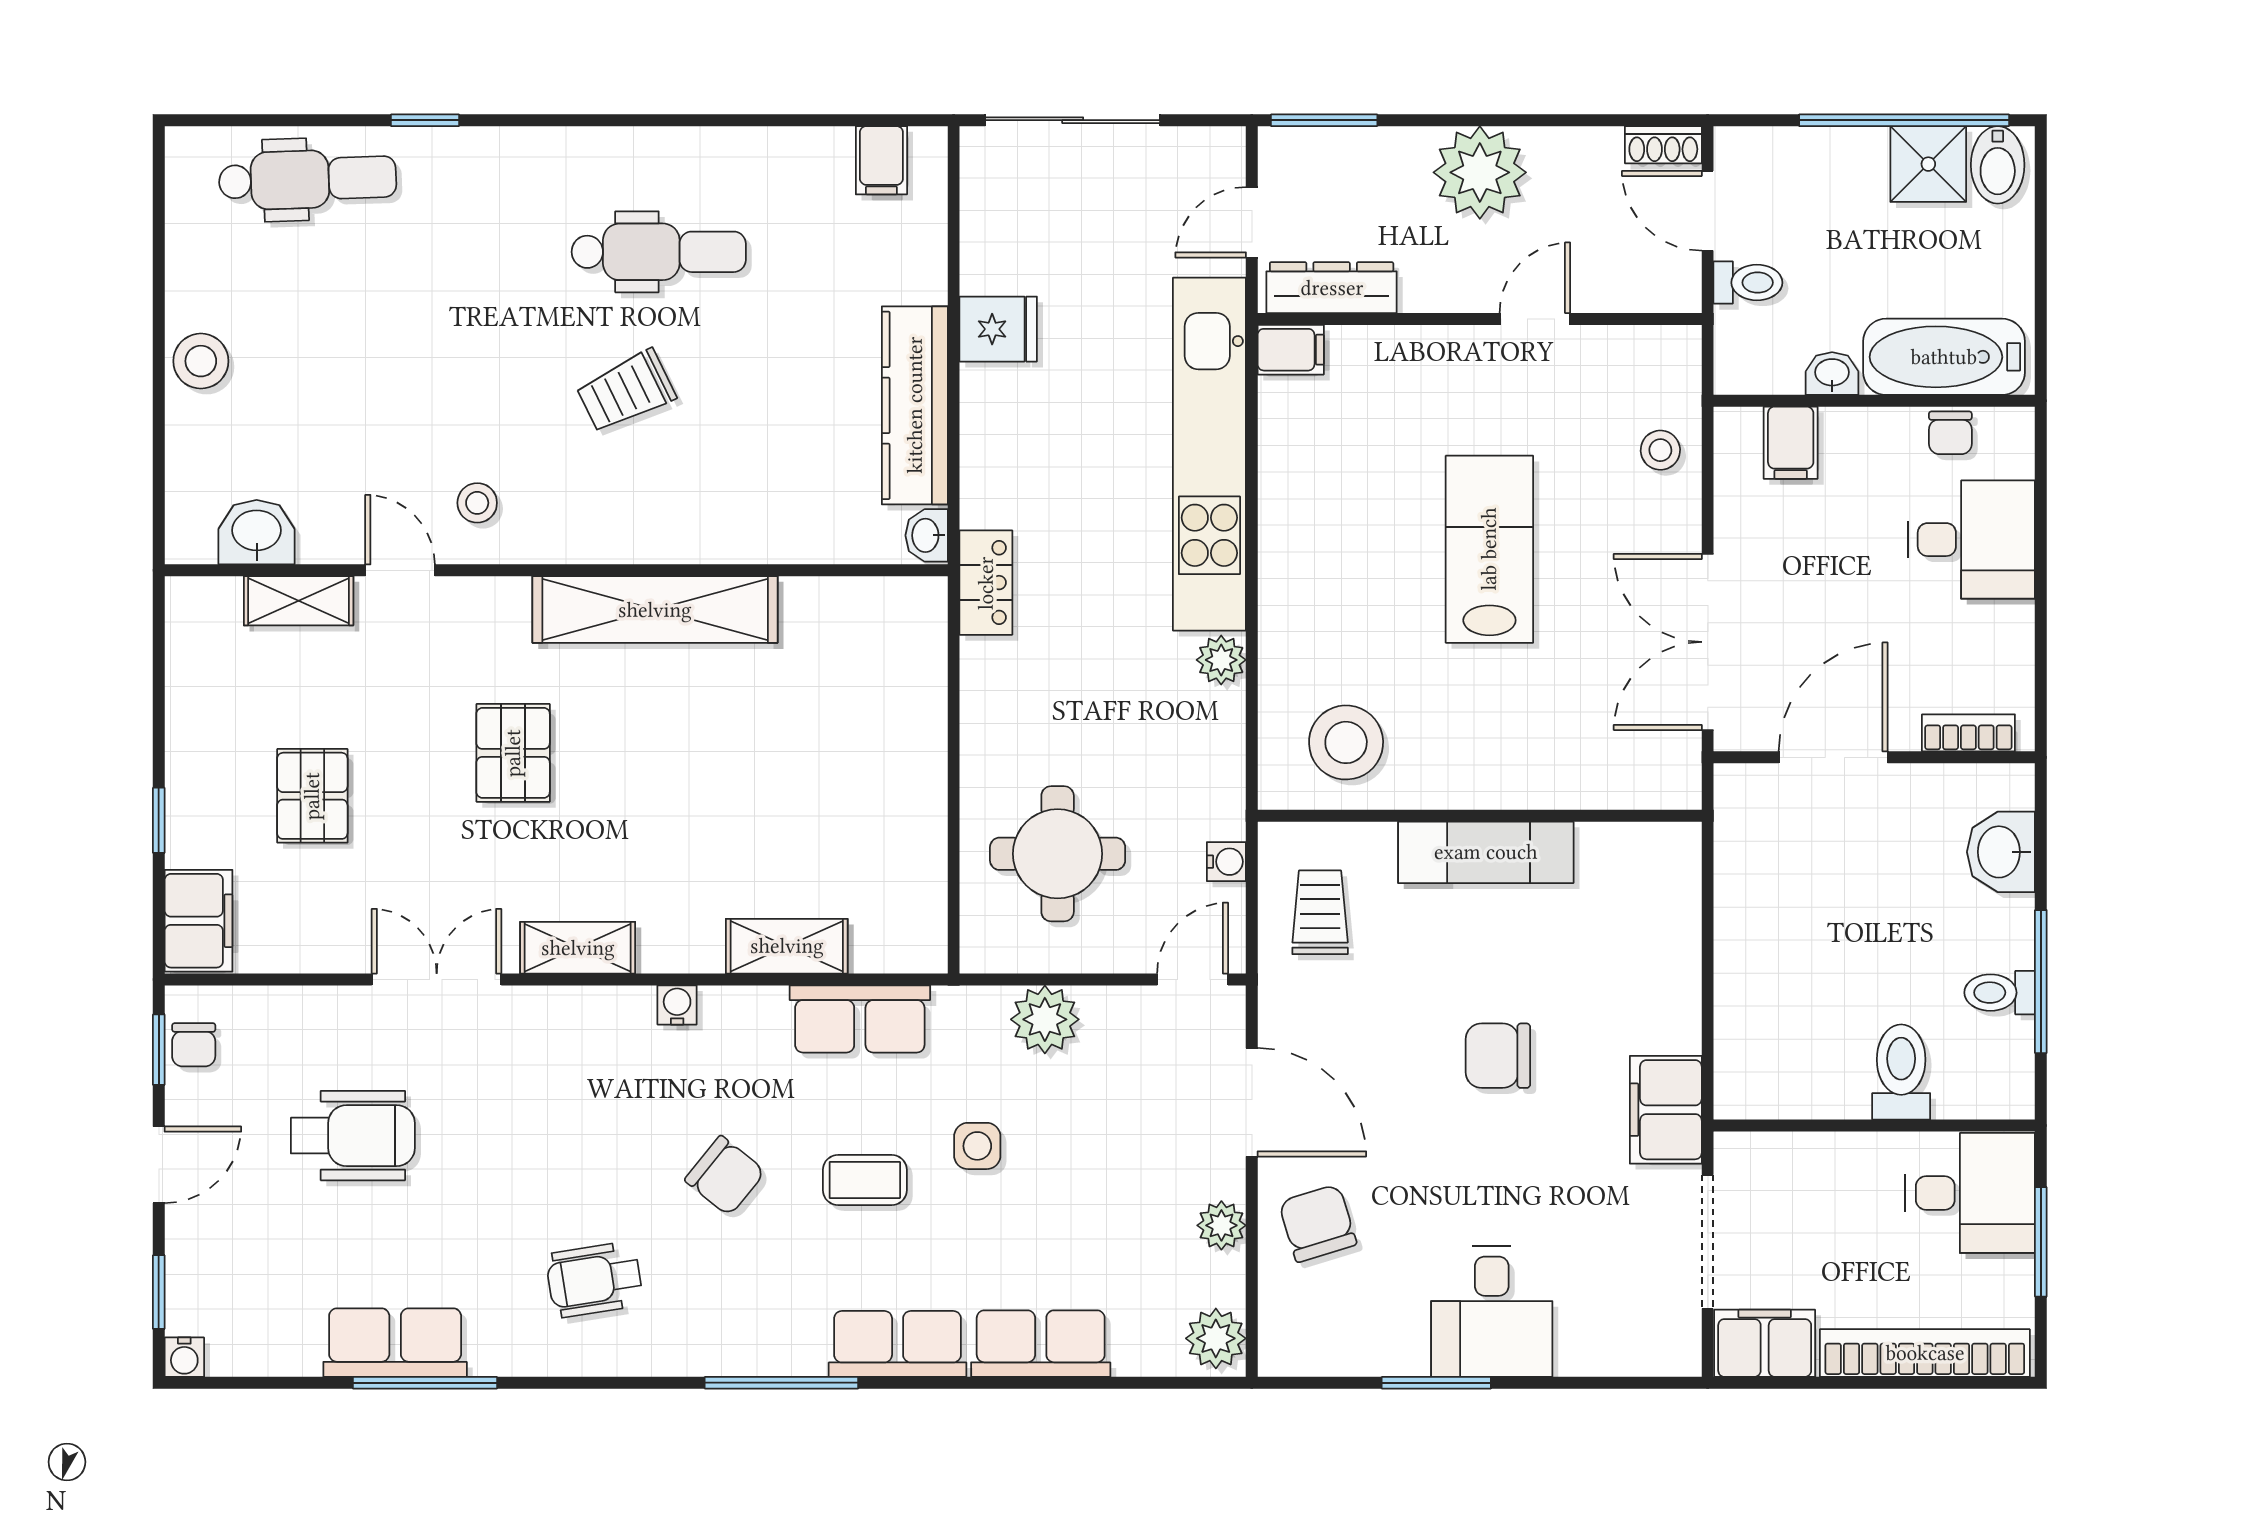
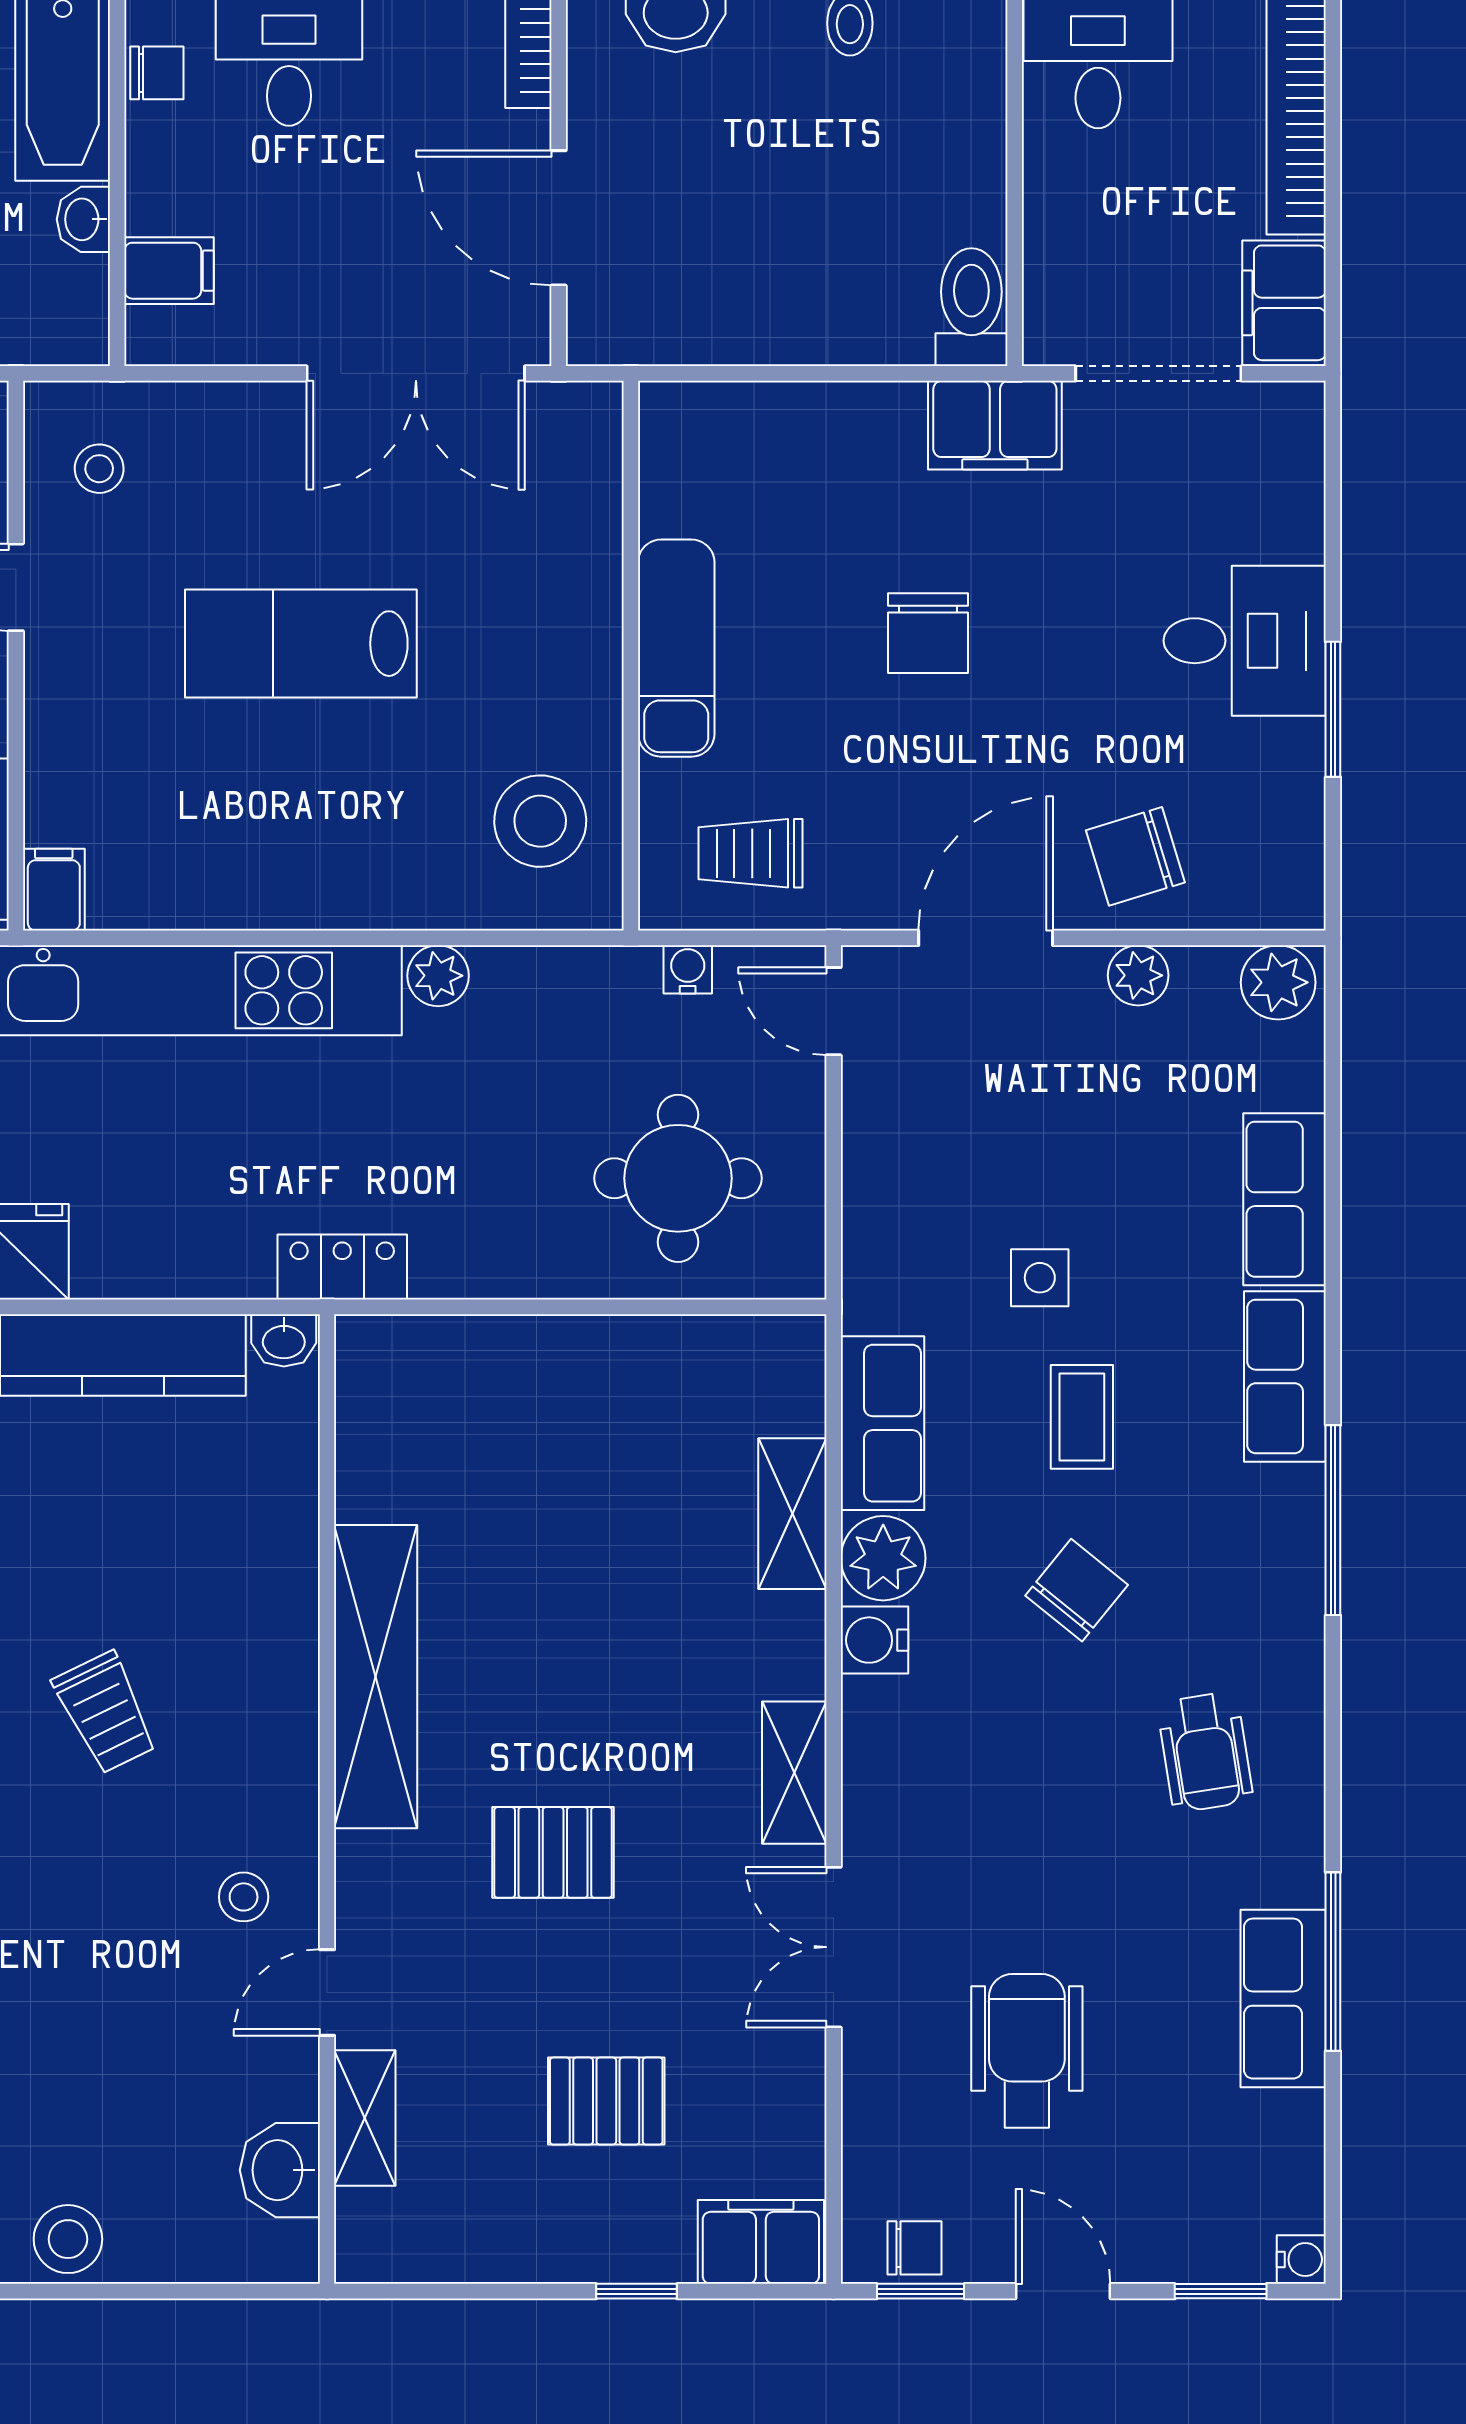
stool: (1660, 450) -> (99, 469), moved
water cooler: (677, 1005) -> (874, 1640), width x1.38, depth x1.38
plant: (1045, 1019) -> (883, 1558), moved
toilet: (1901, 1072) -> (971, 307), moved, turned 90

